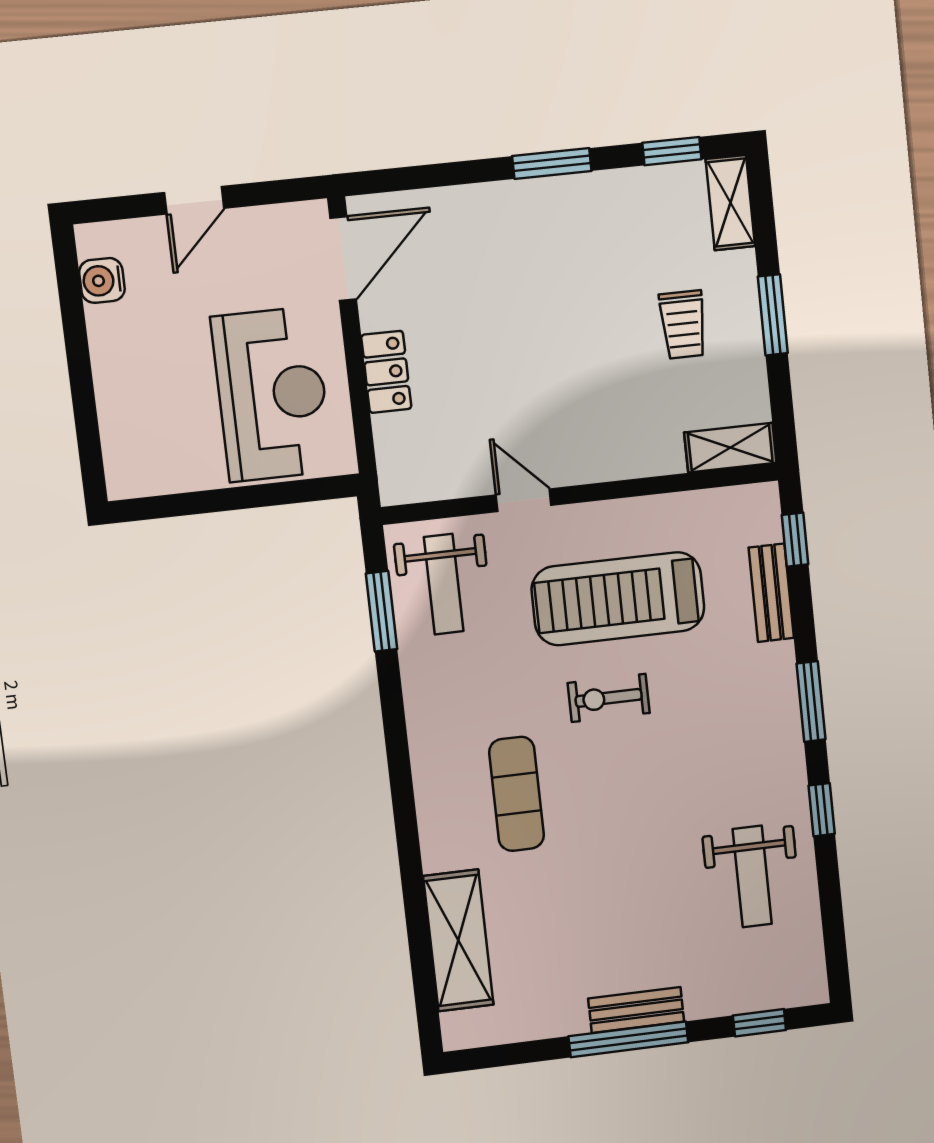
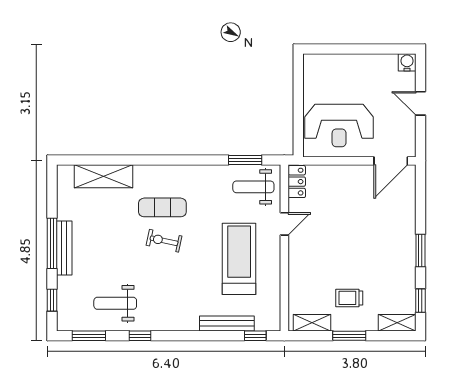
door: (343, 259) -> (391, 161), hinge flipped
water cooler: (102, 280) -> (407, 62), moved
locker: (386, 372) -> (297, 182), moved, turned -90
shelving: (730, 448) -> (312, 323), moved, turned 90
bench: (771, 593) -> (227, 323), width x1.36
exercise bike: (609, 698) -> (164, 241), moved, turned -78
window: (811, 701) -> (89, 336), moved
bench: (636, 1010) -> (64, 248), width x1.36

